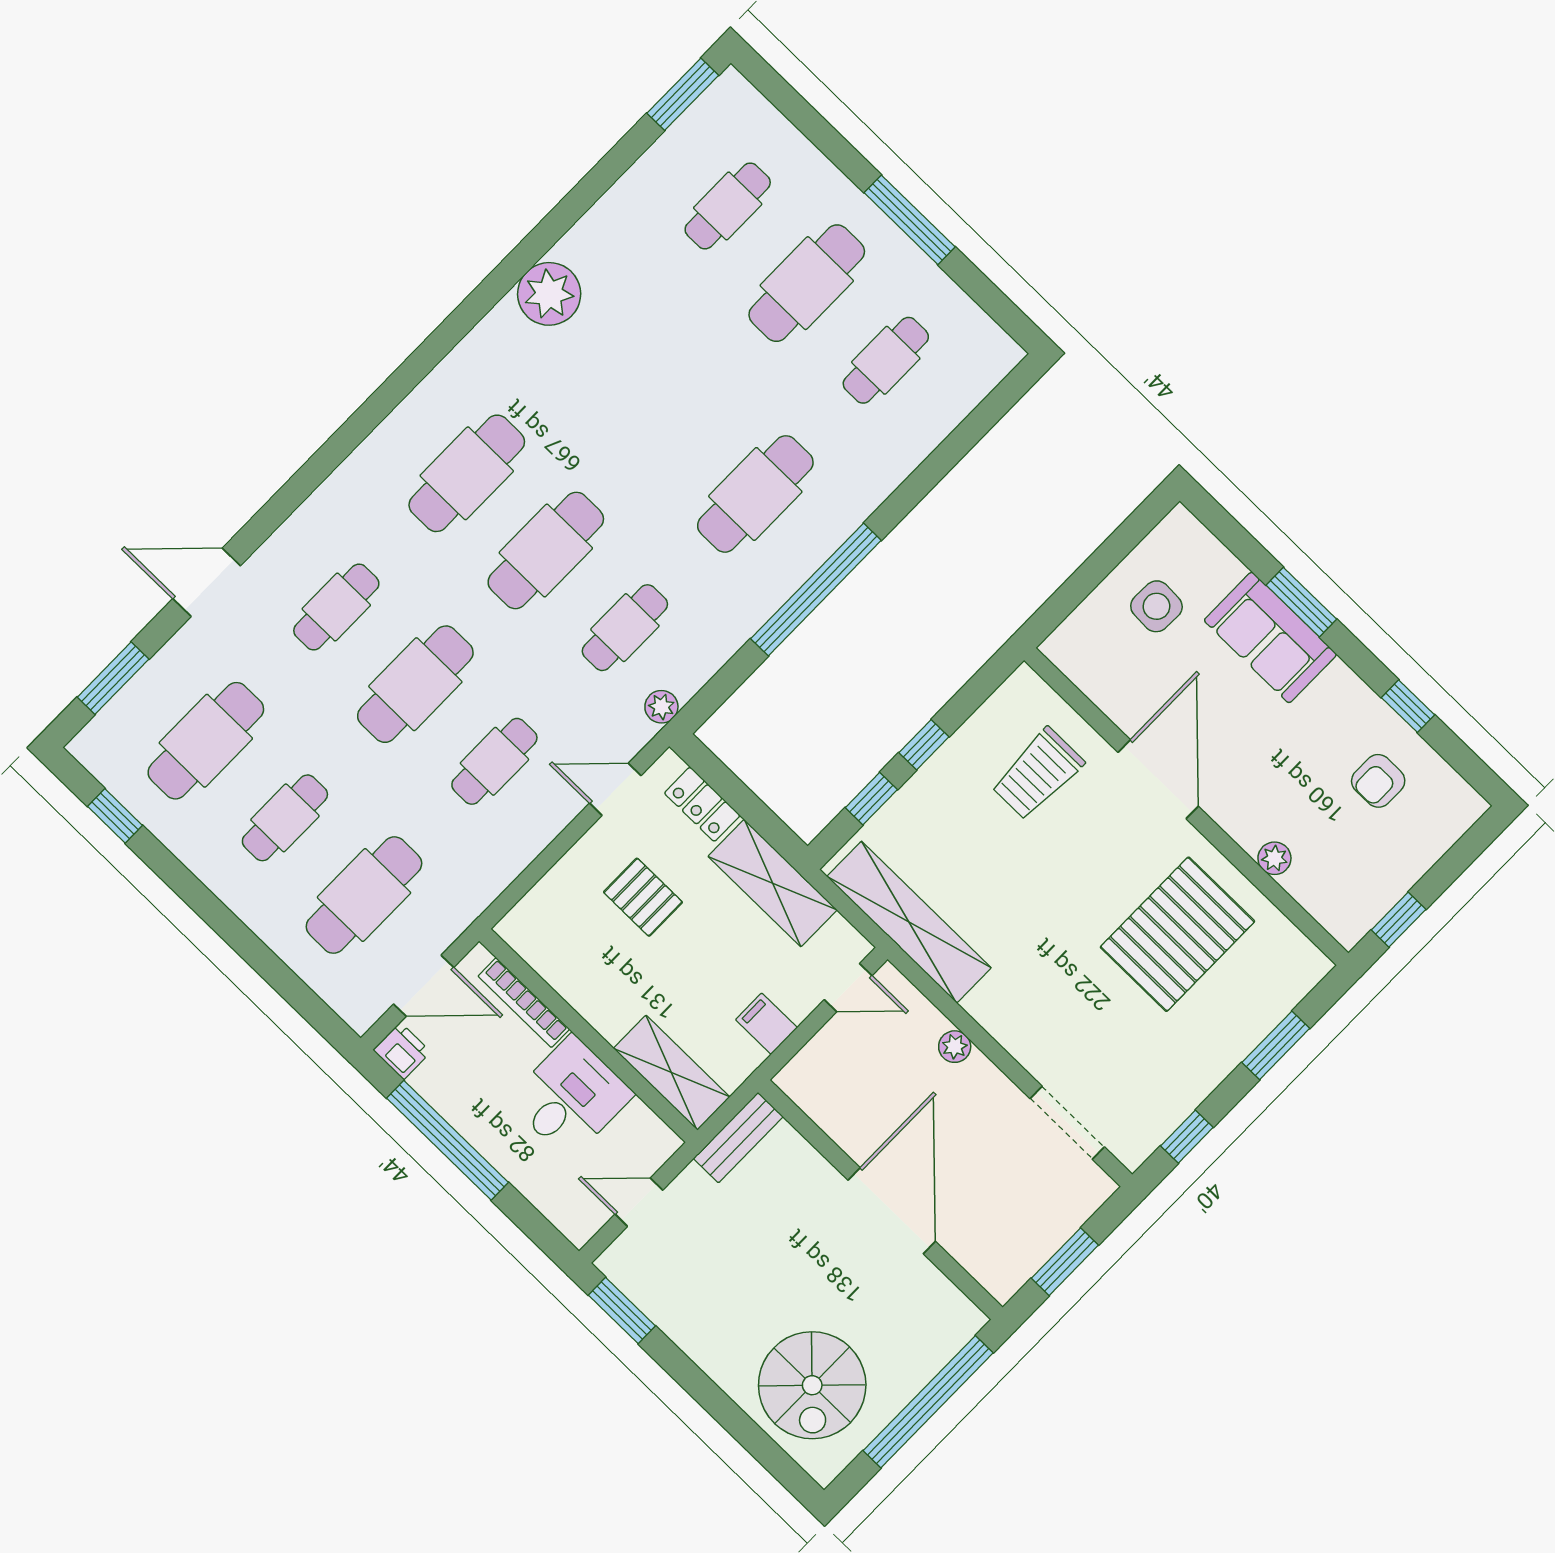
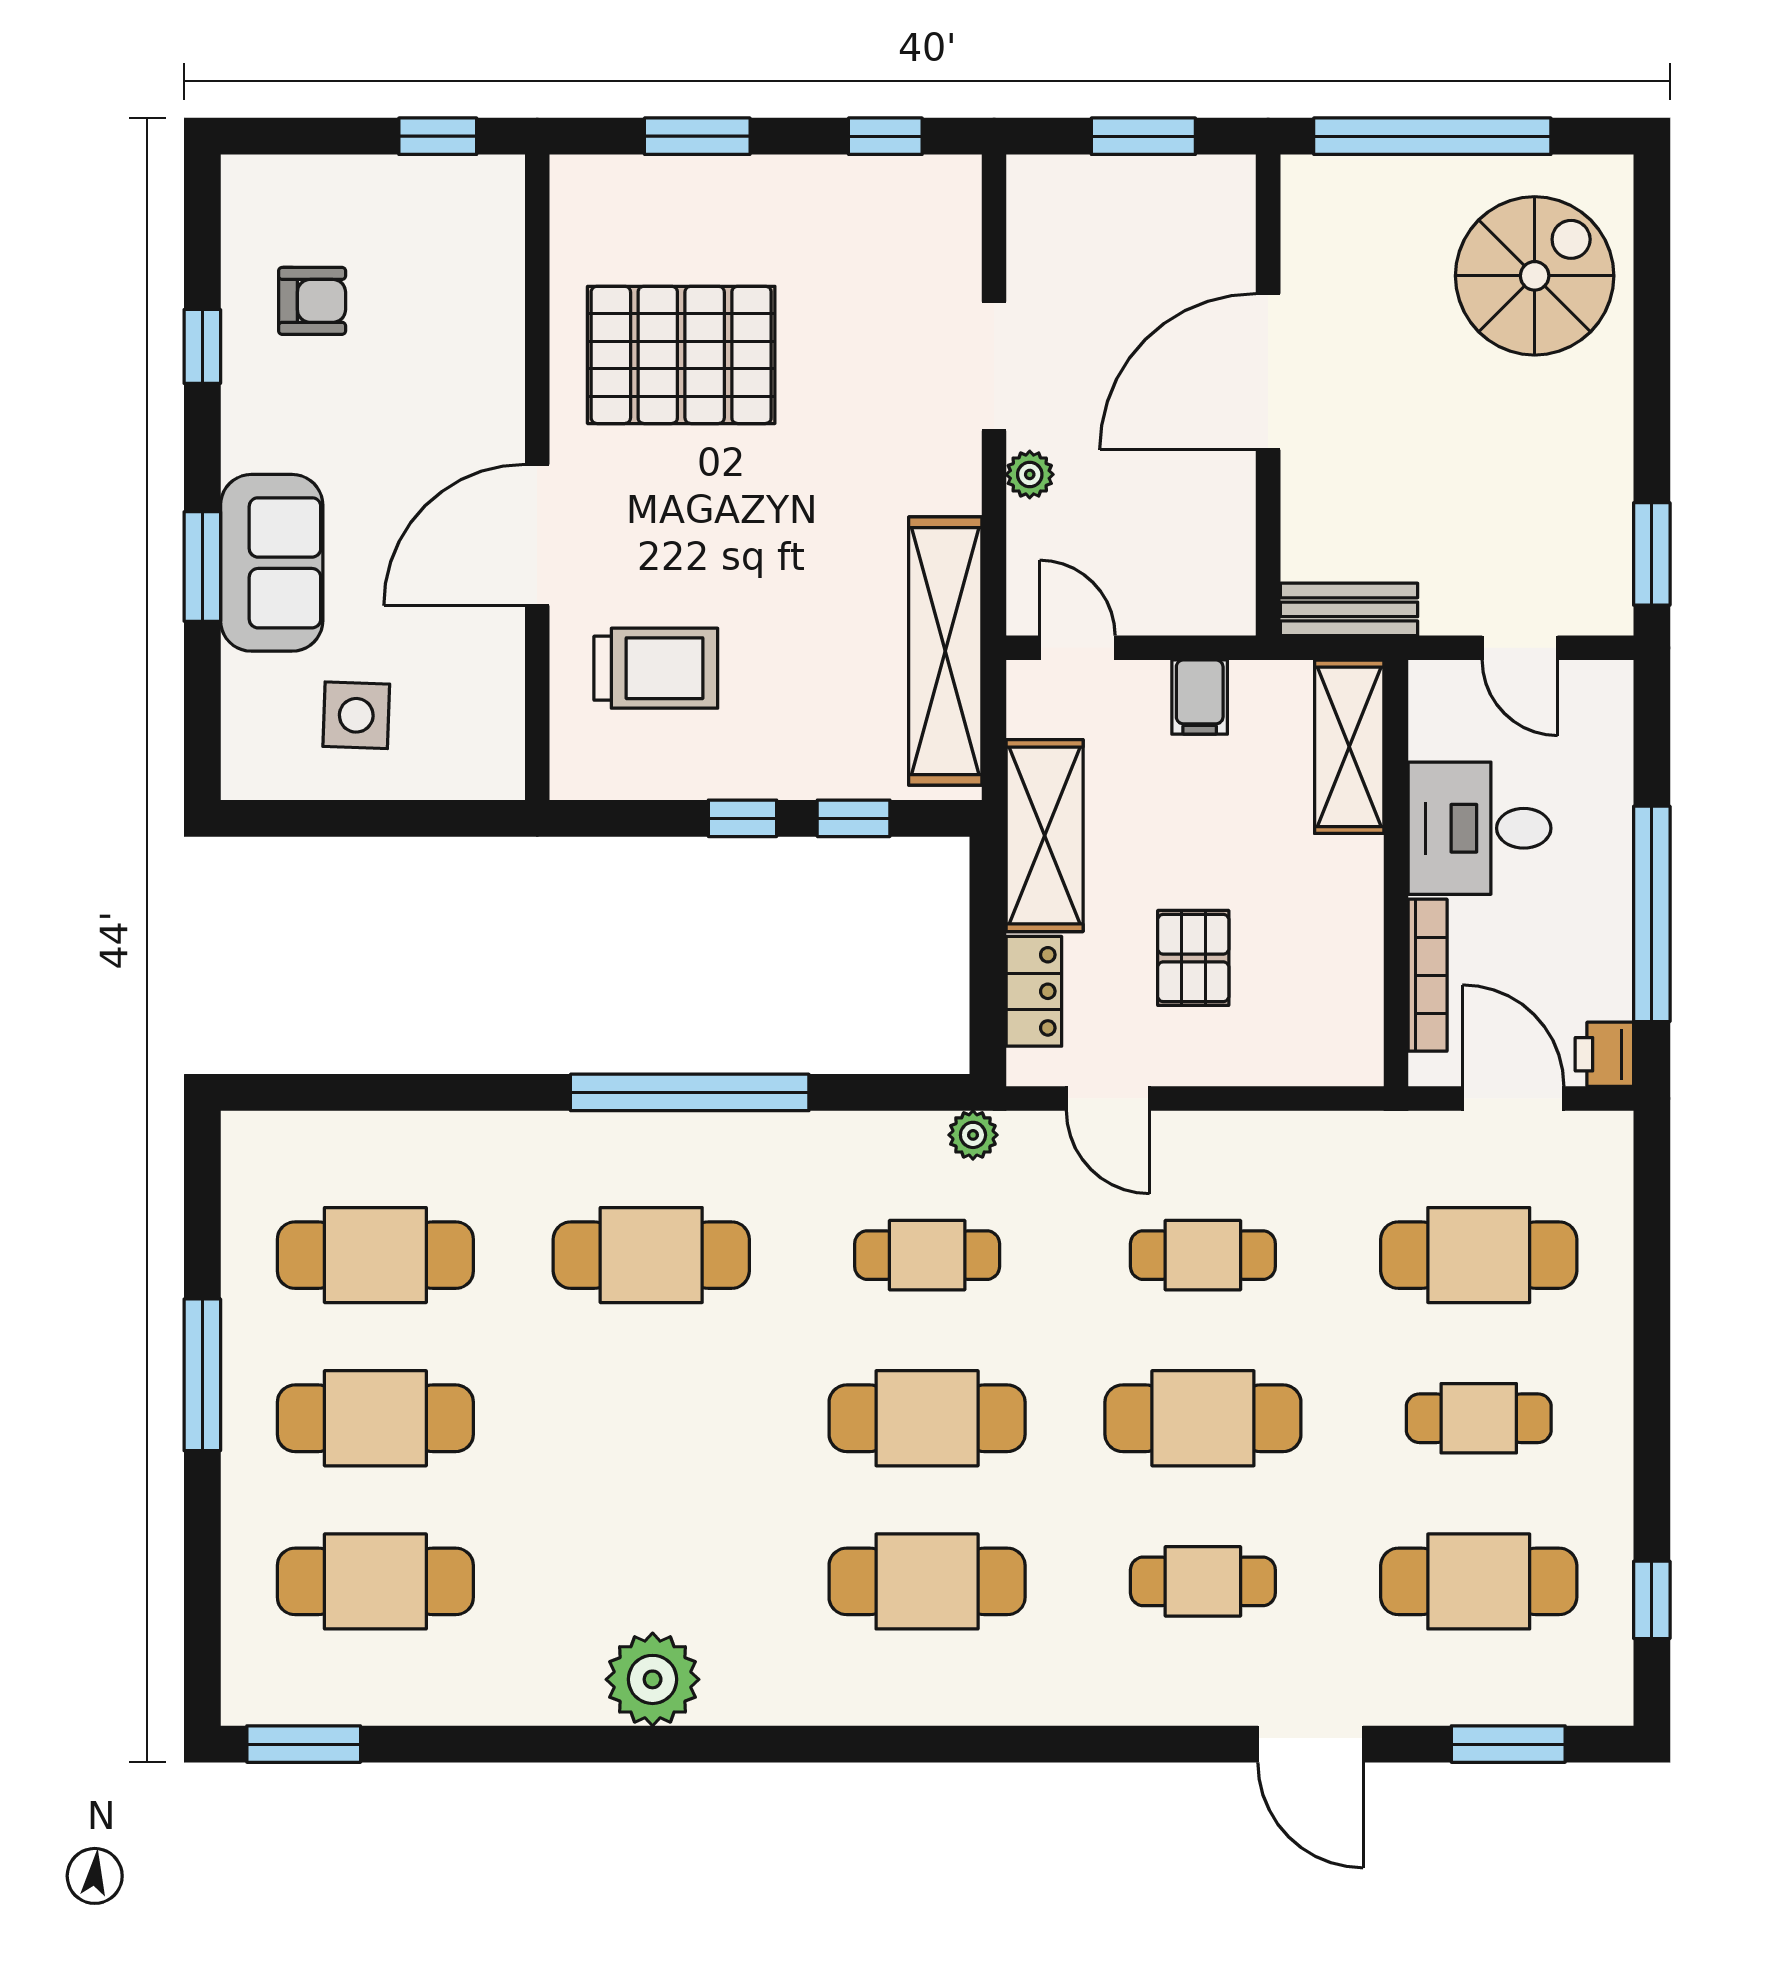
cafe table: (728, 206) -> (375, 1581), width x1.37, depth x1.35
cafe table: (886, 360) -> (375, 1255), width x1.37, depth x1.35
plant: (1274, 858) -> (501, 331), removed
doorway: (1067, 1123) -> (994, 366), moved

